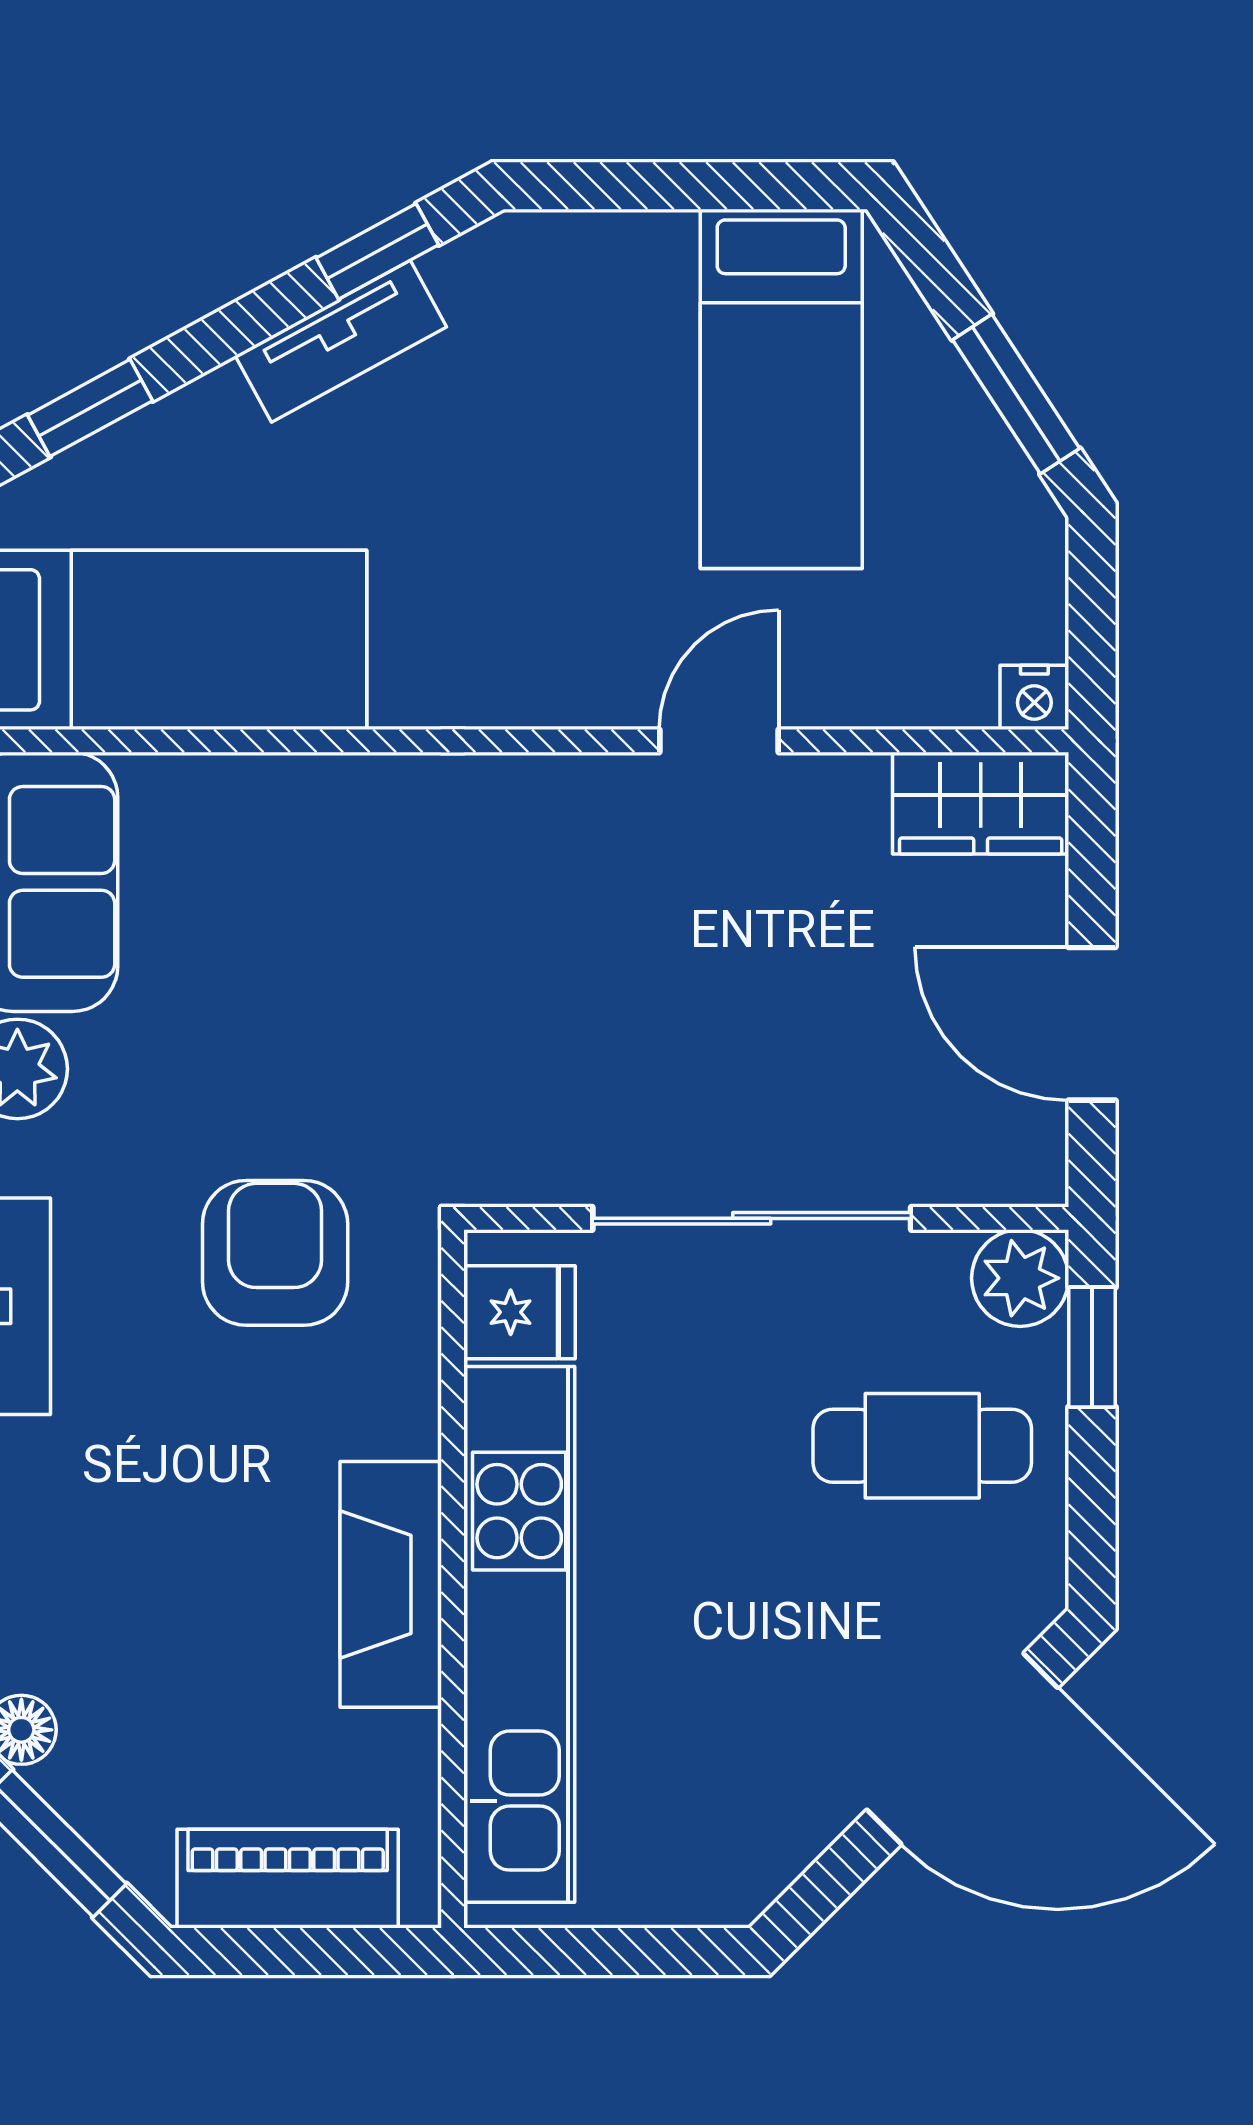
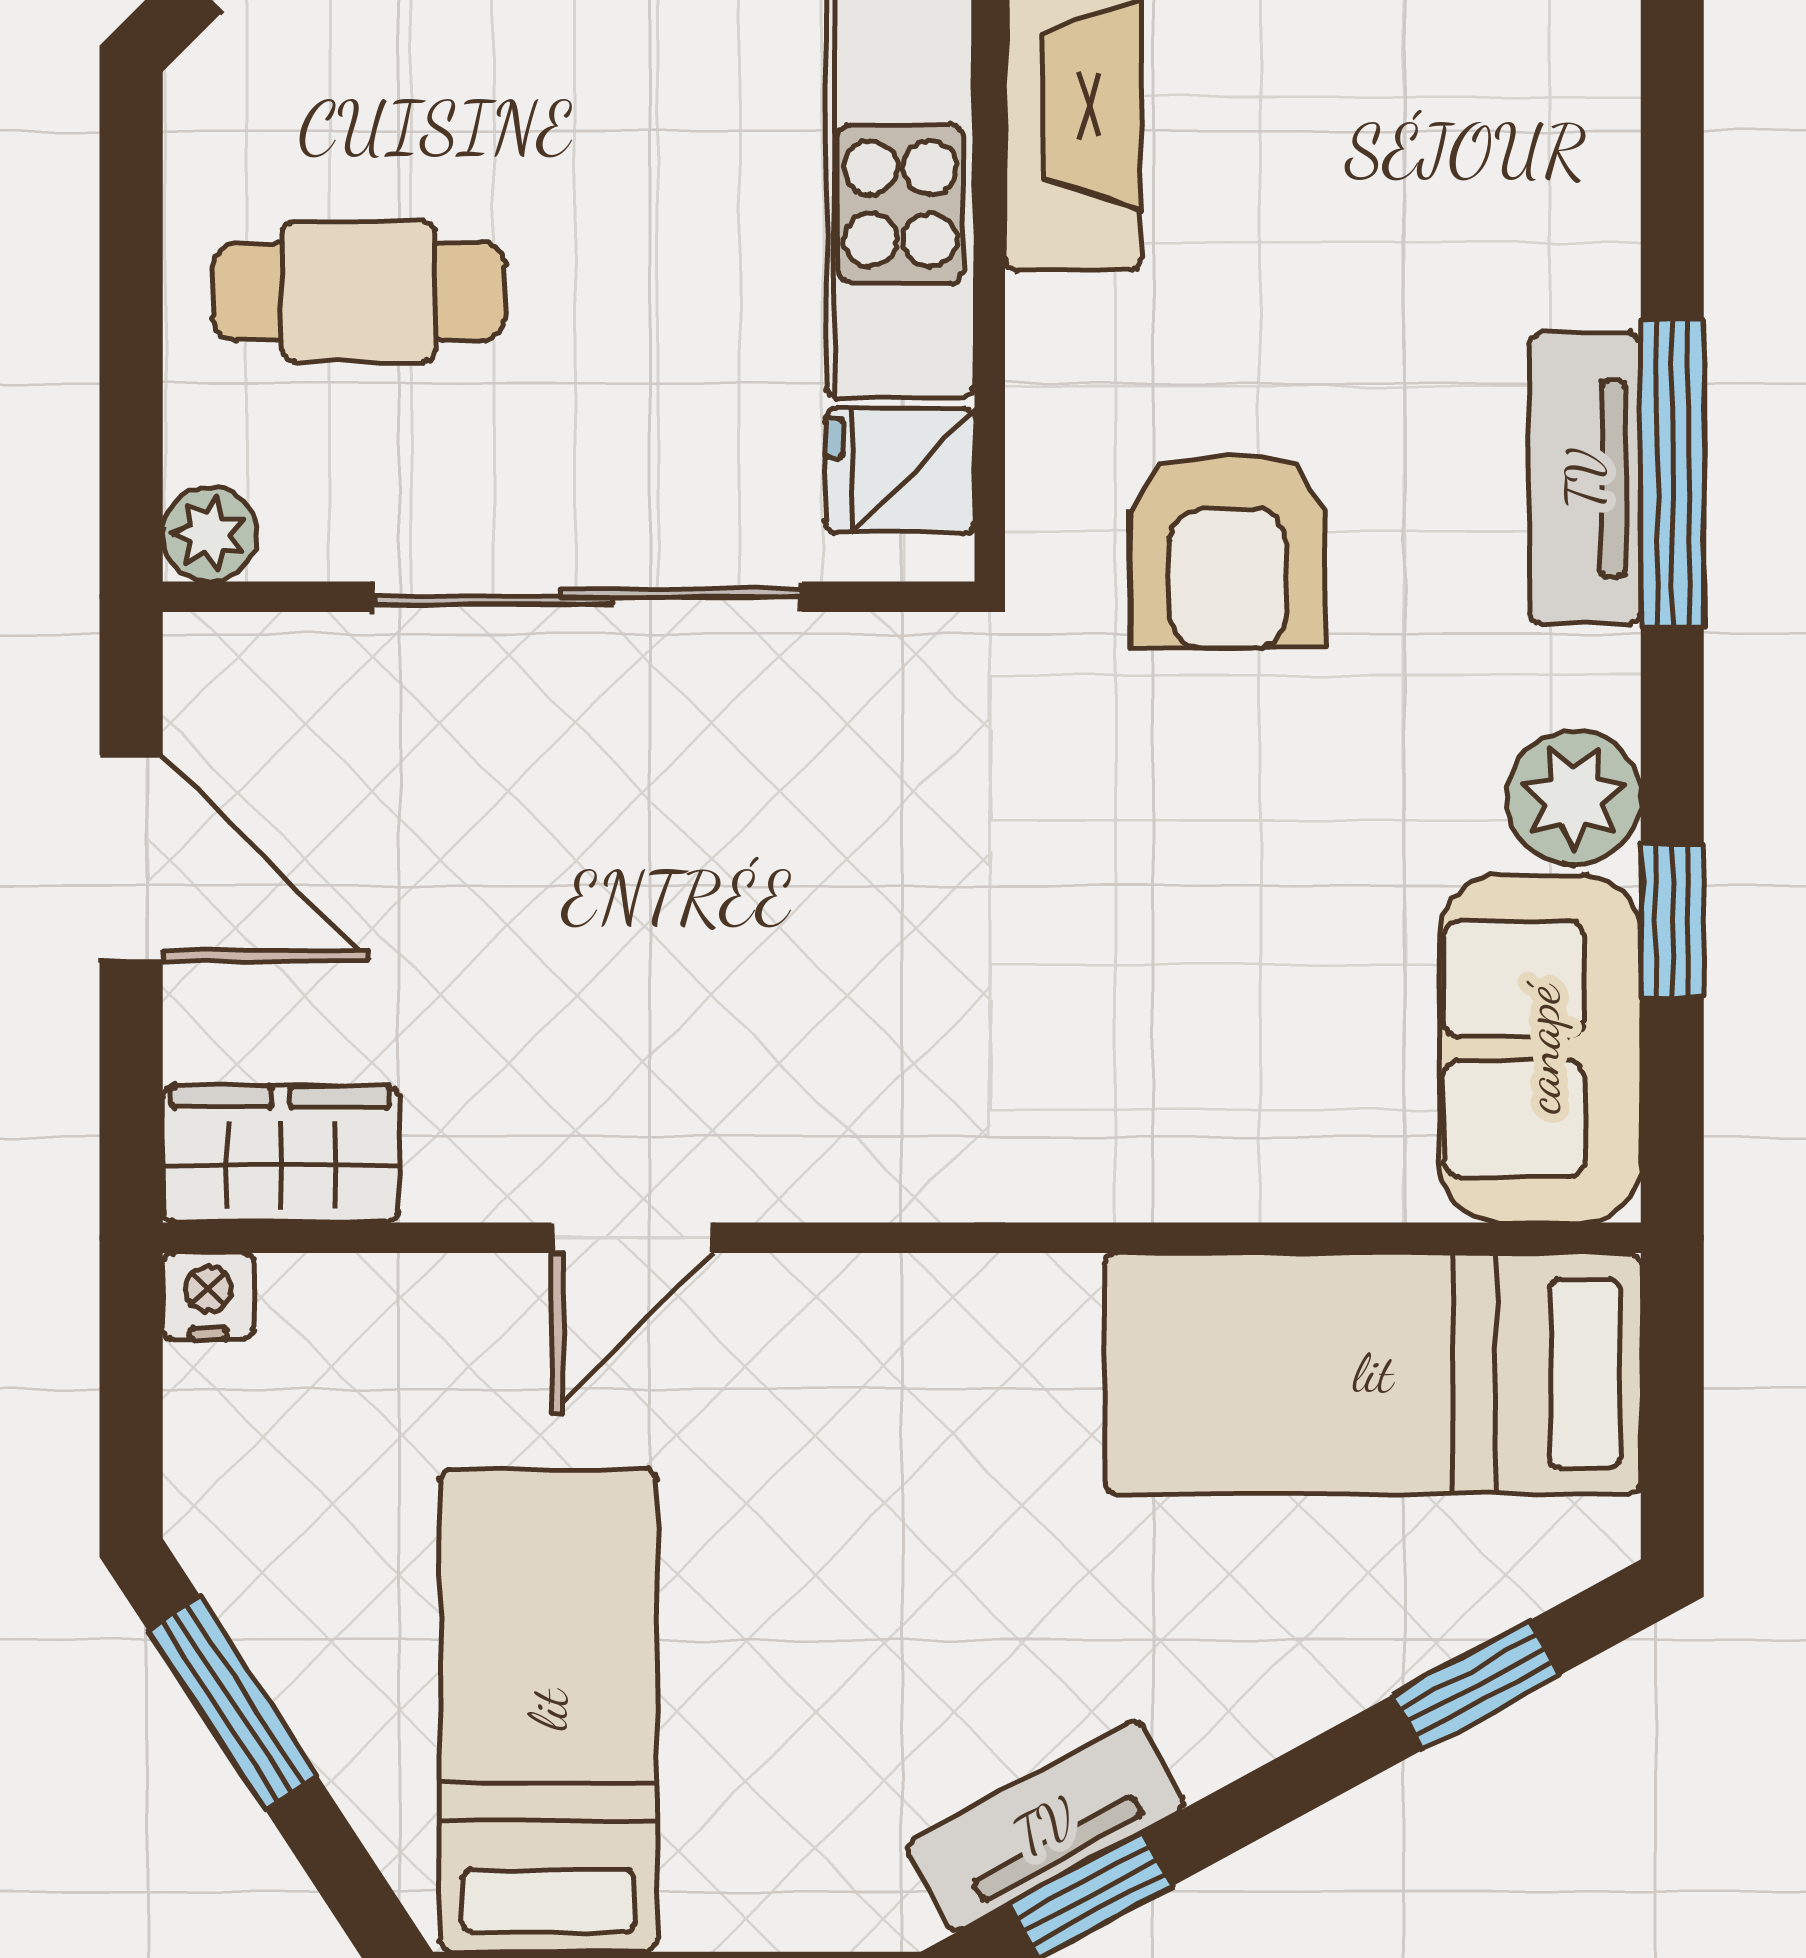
tv unit: (341, 341) -> (1045, 1826), moved
plant: (1020, 1278) -> (210, 534), width x0.73, depth x0.73
window: (1092, 1347) -> (131, 424), removed

